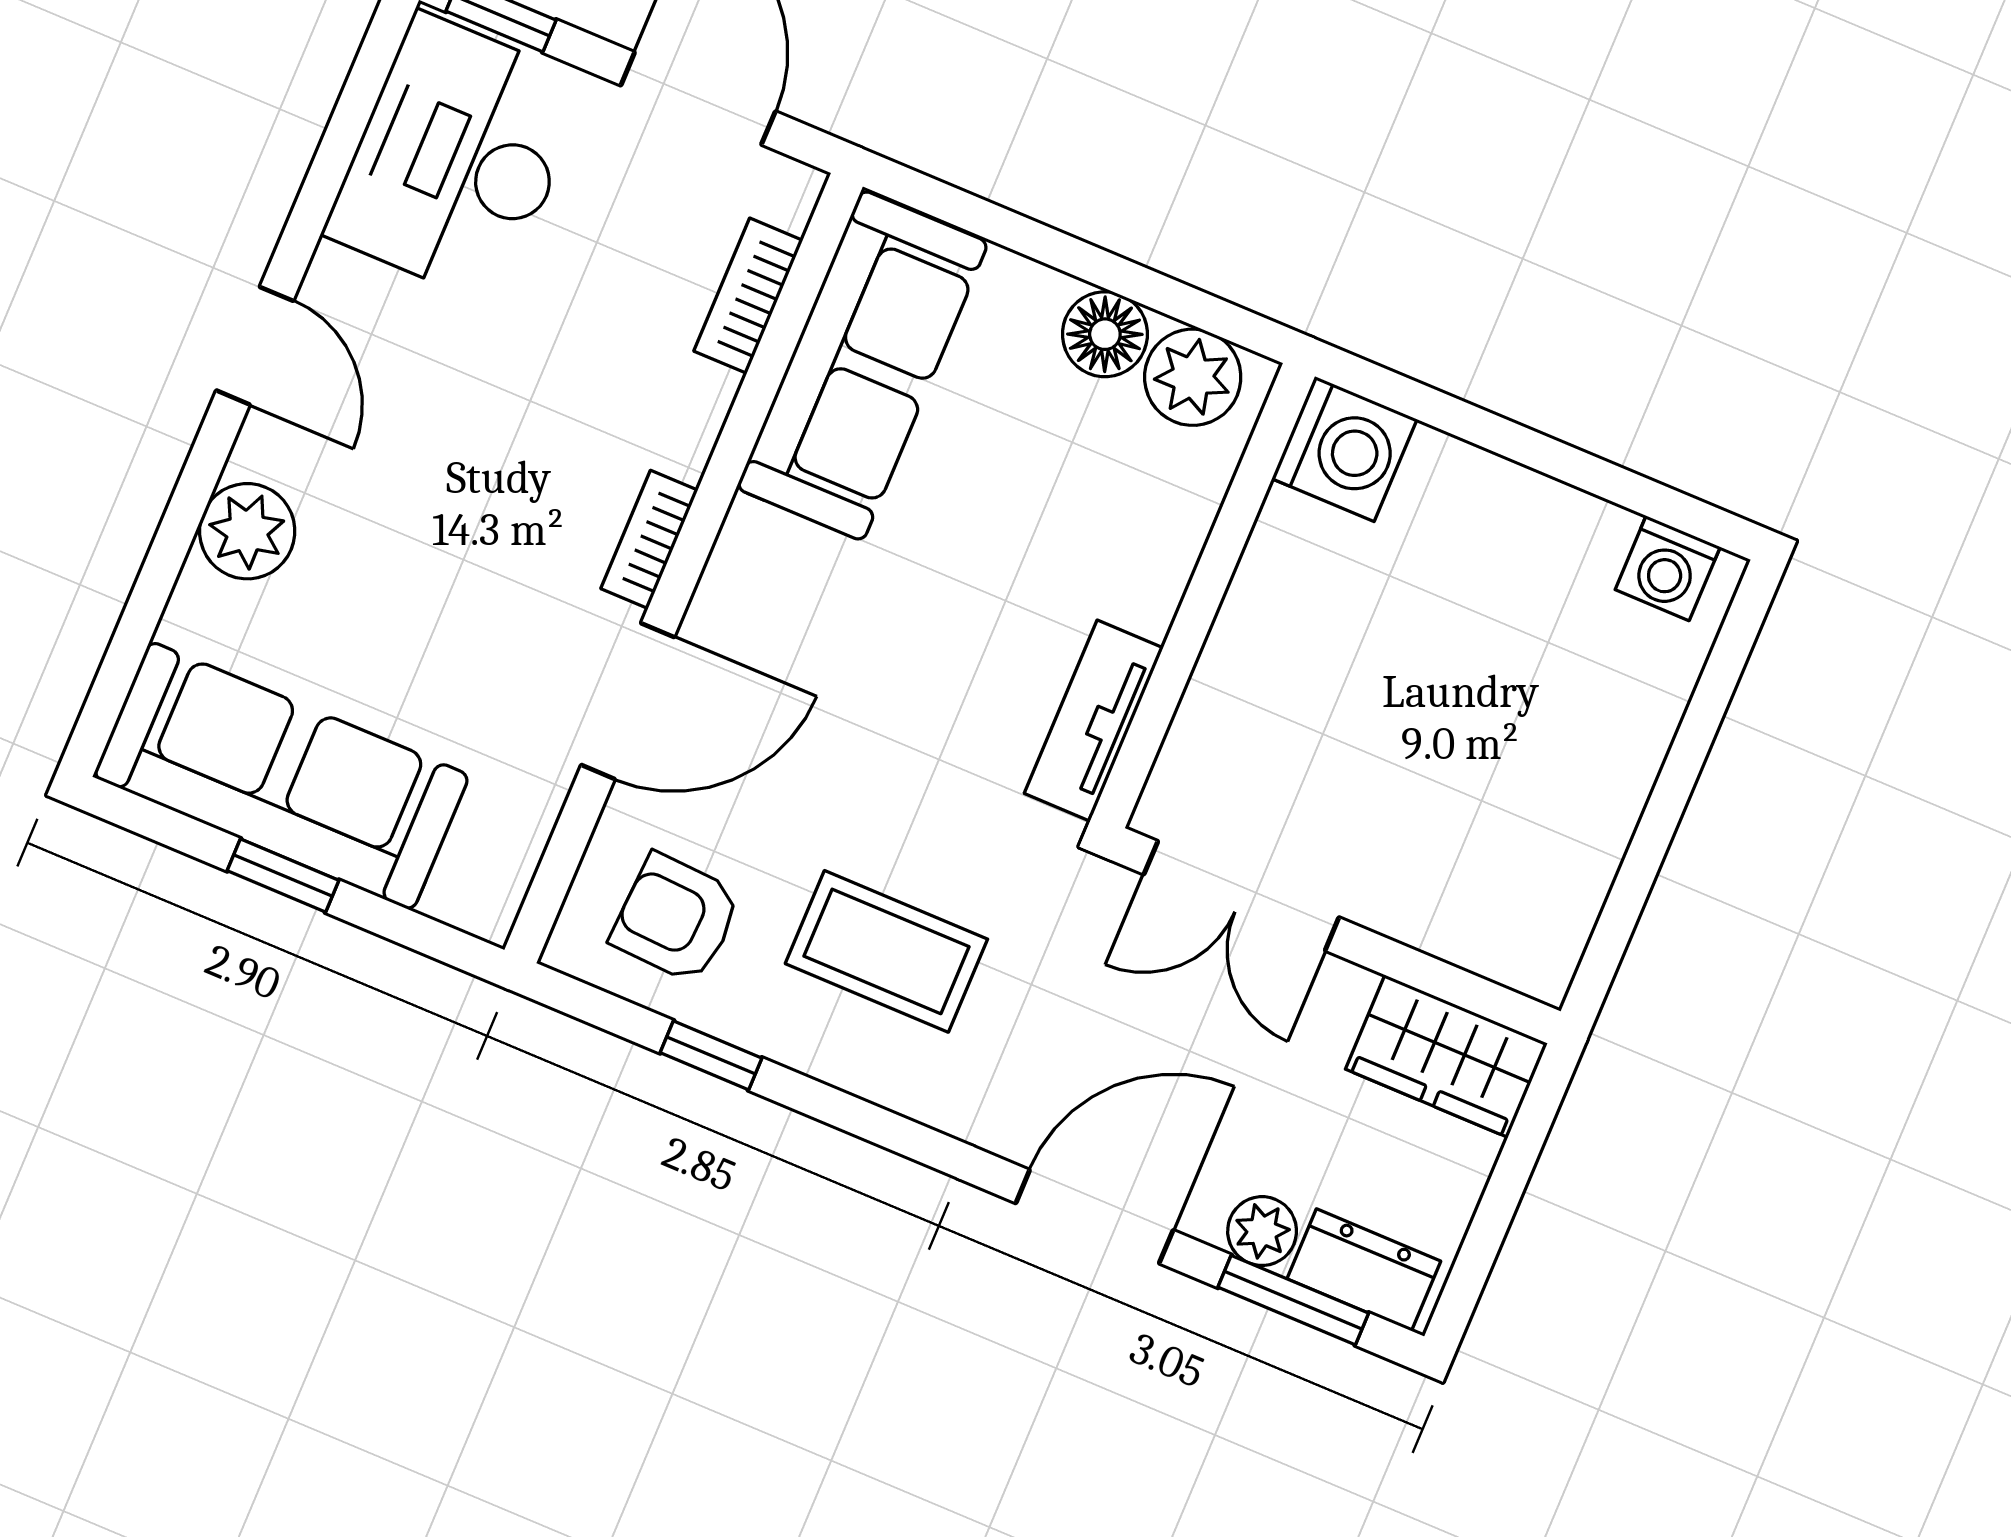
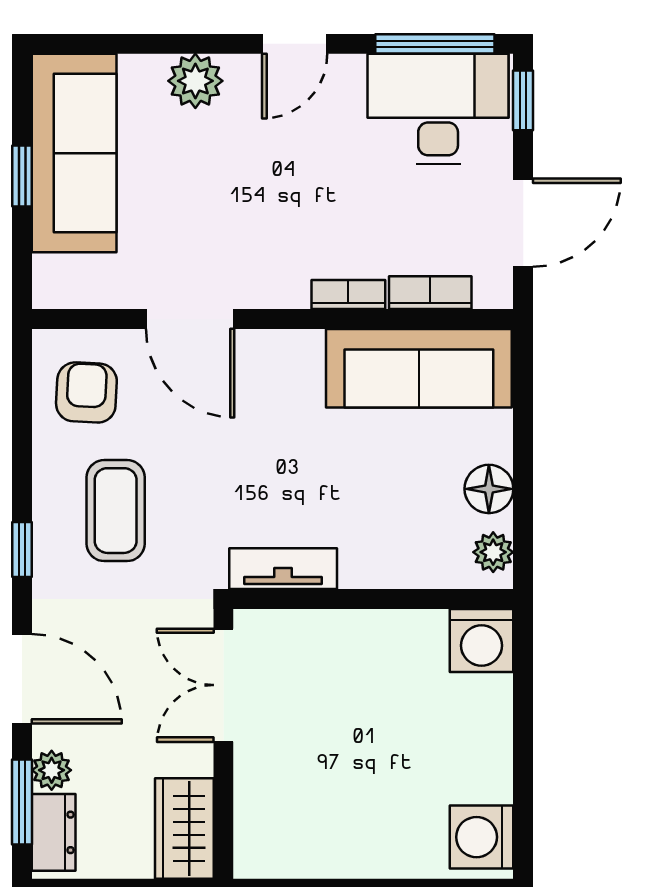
window: (350, 120) -> (435, 44), added
plant: (1193, 377) -> (493, 552), width x0.73, depth x0.73
bookcase: (649, 539) -> (348, 294), moved
washing machine: (1668, 568) -> (482, 837), width x1.38, depth x1.38
window: (711, 1055) -> (22, 550), moved

